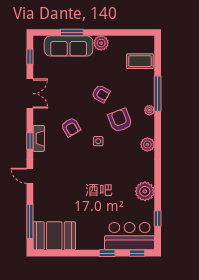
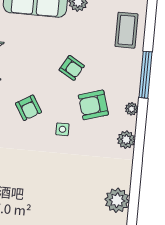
coffee table: (140, 61) -> (126, 30), turned 90
plant: (149, 110) -> (132, 109), moved
armchair: (120, 120) -> (93, 105), turned -86

